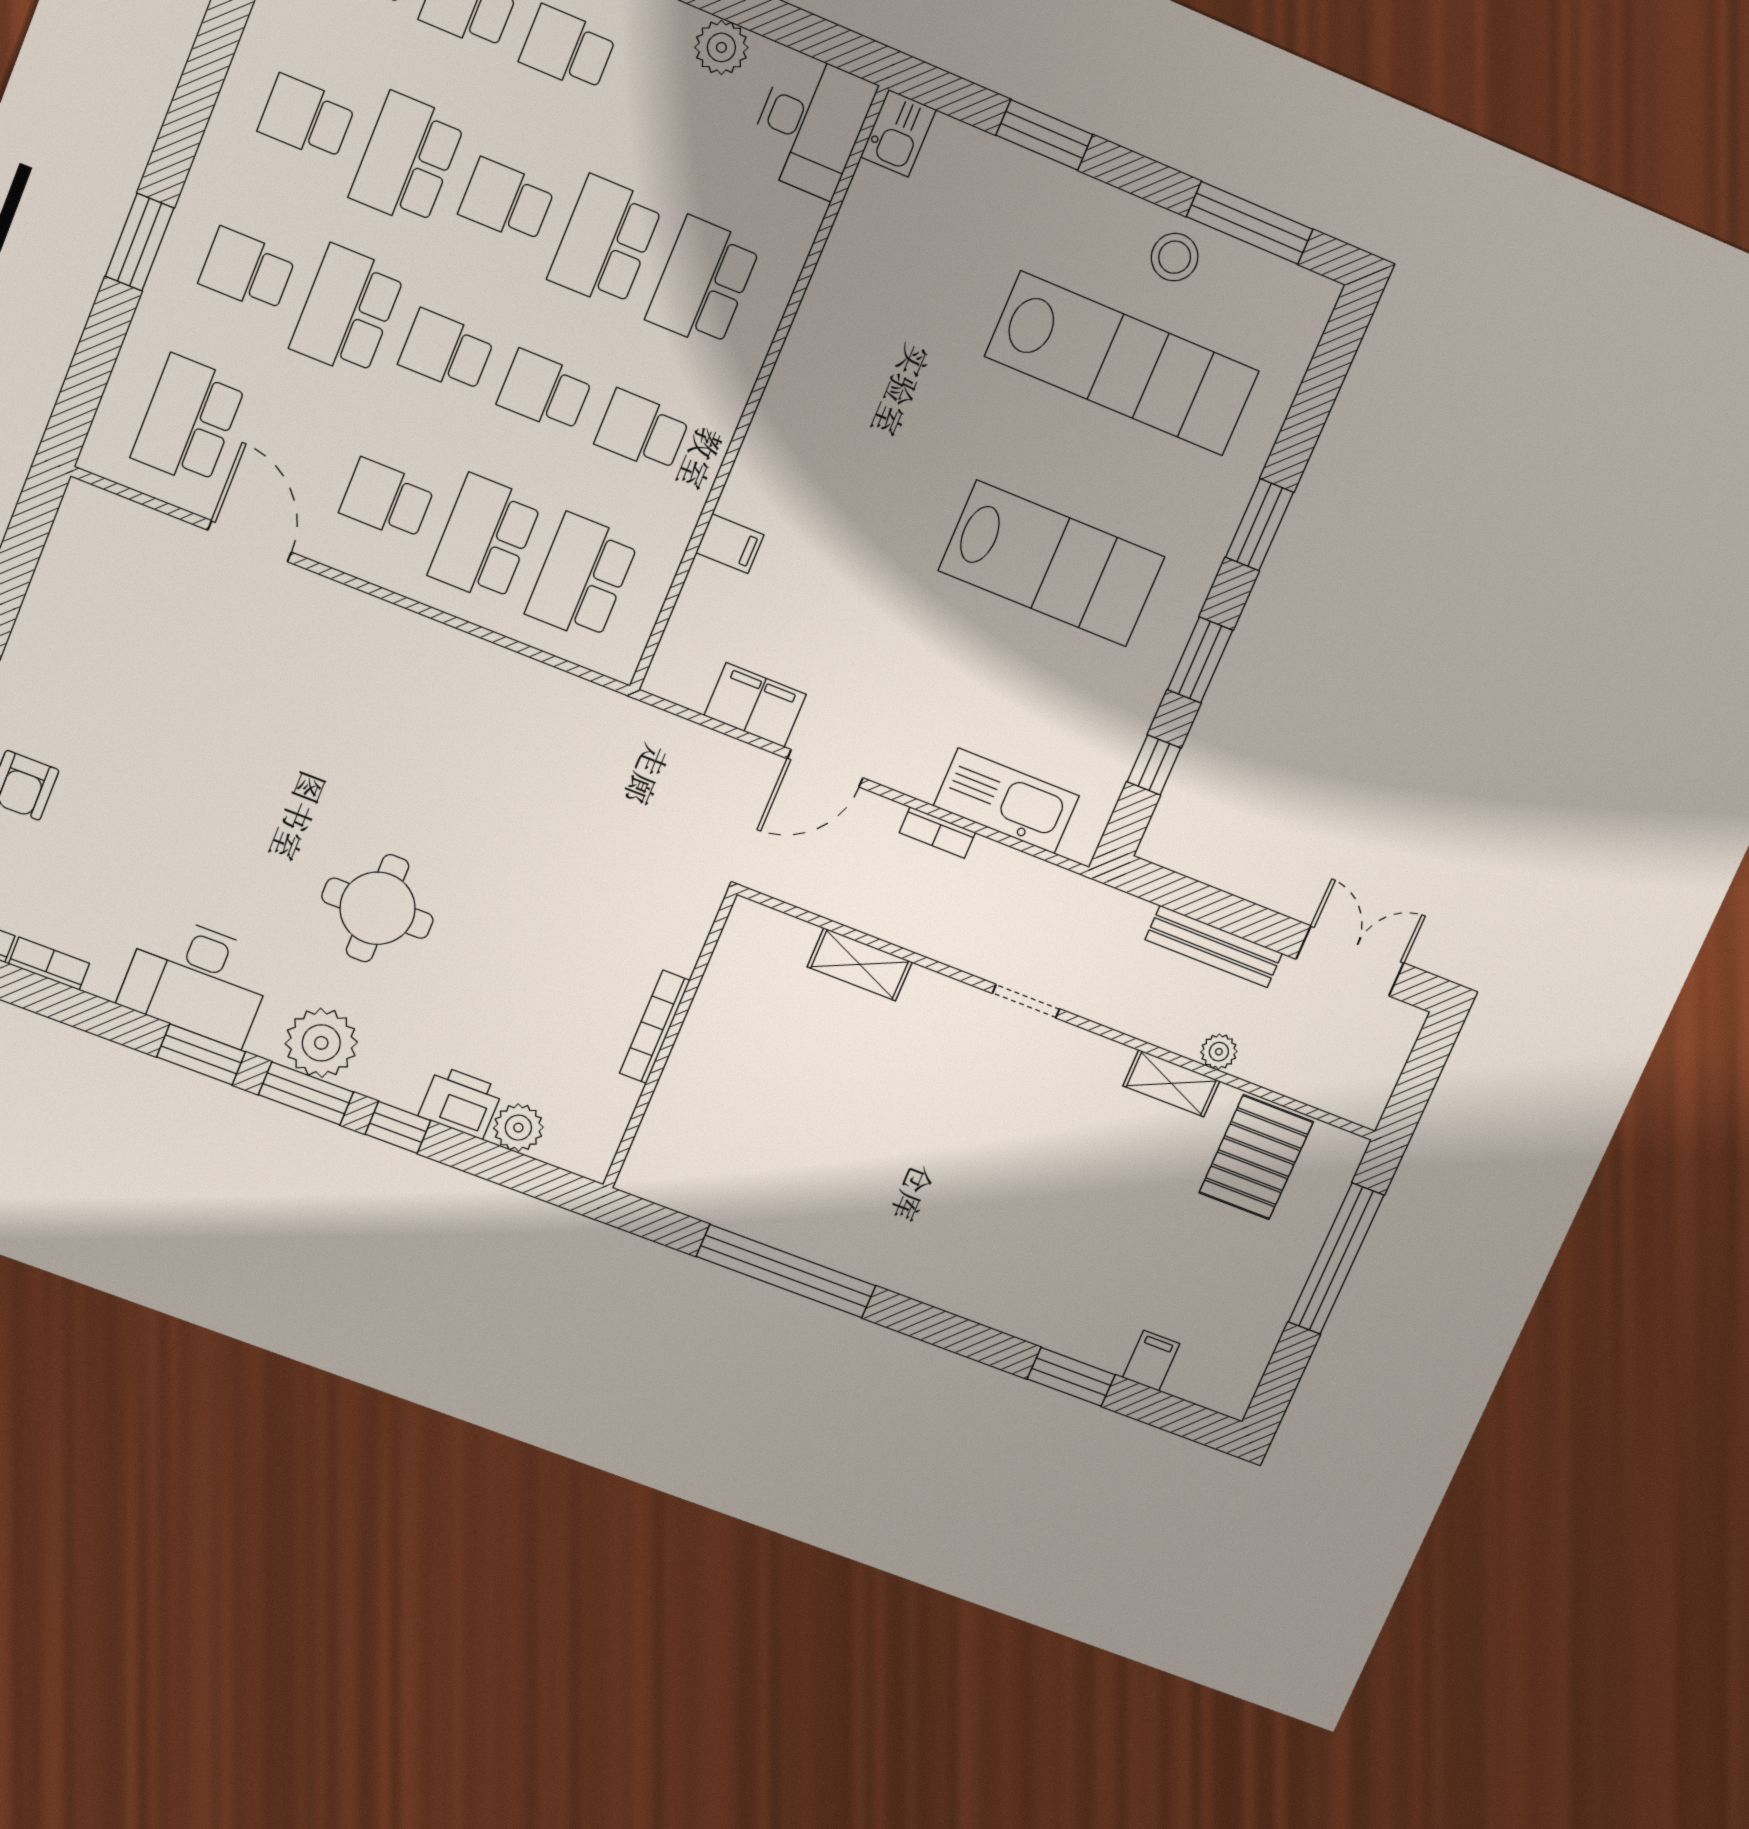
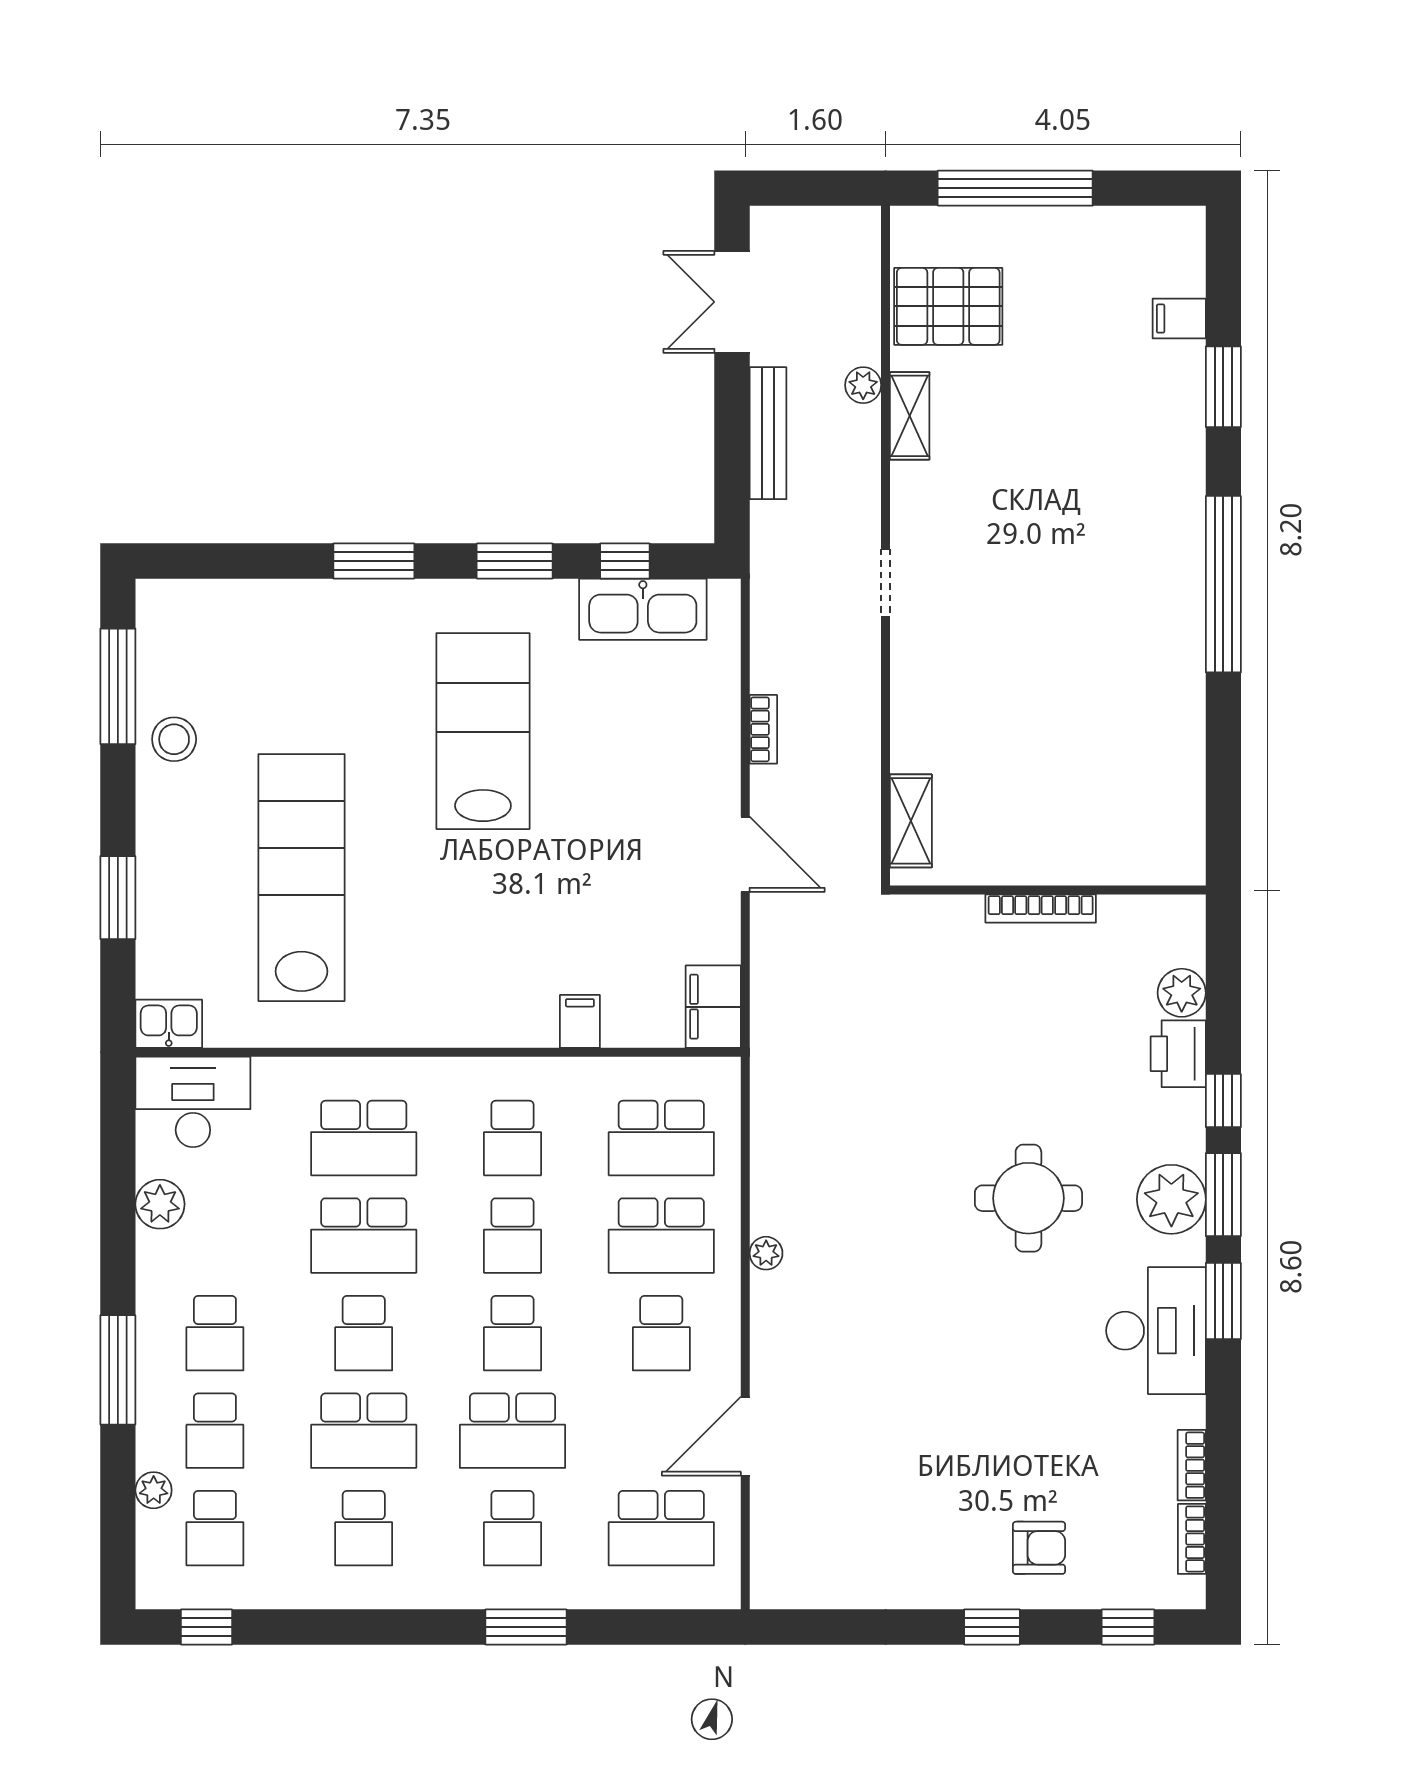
lab bench: (1122, 364) -> (301, 878), moved
plant: (426, 634) -> (766, 1253), added
filing cabinet: (755, 705) -> (713, 1007), moved
kitchen sink: (1006, 801) -> (643, 609), moved, turned -90
shelving: (860, 964) -> (911, 821), moved
window: (786, 1271) -> (1223, 584), moved

